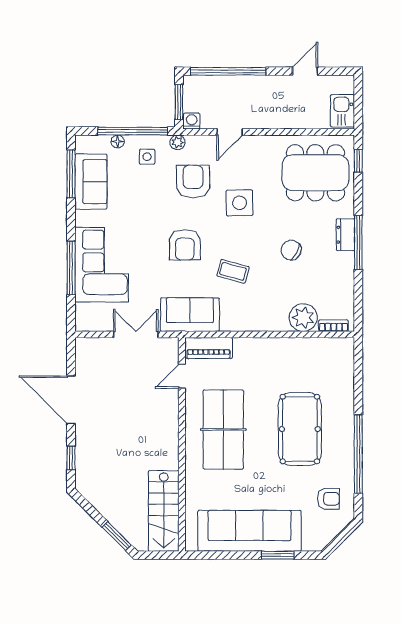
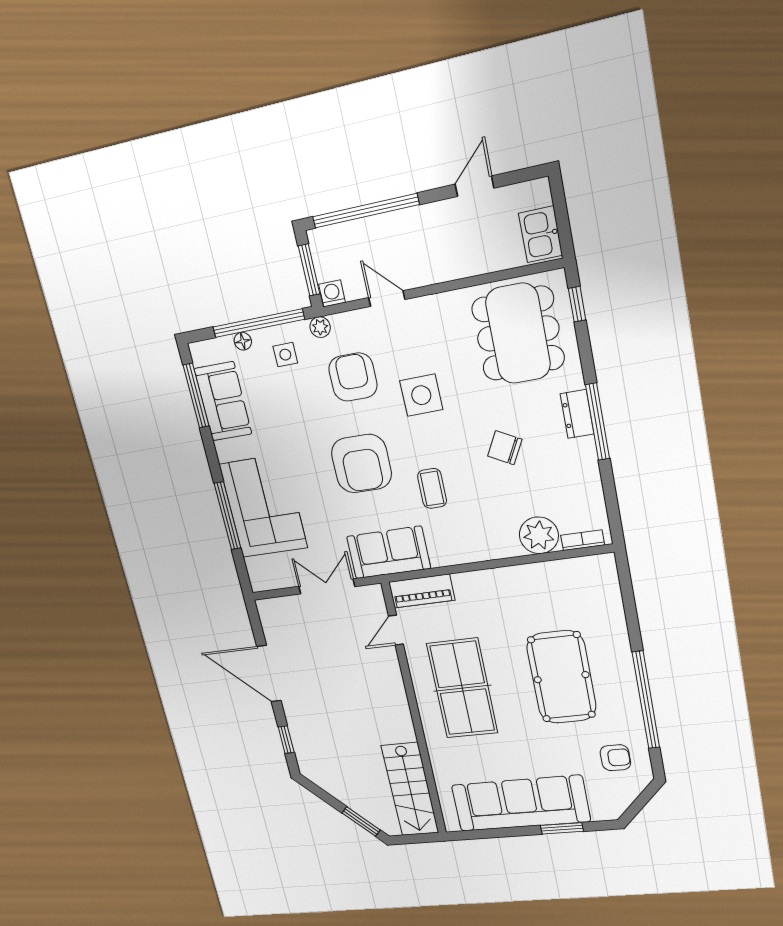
door: (230, 132) -> (387, 299), swing flipped
dining table: (315, 173) -> (518, 334), turned 90
armchair: (185, 245) -> (361, 464), width x1.36, depth x1.36
coffee table: (233, 271) -> (432, 488), turned 75

